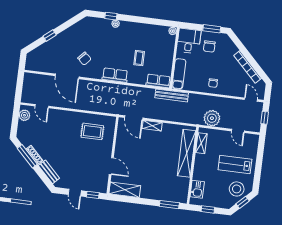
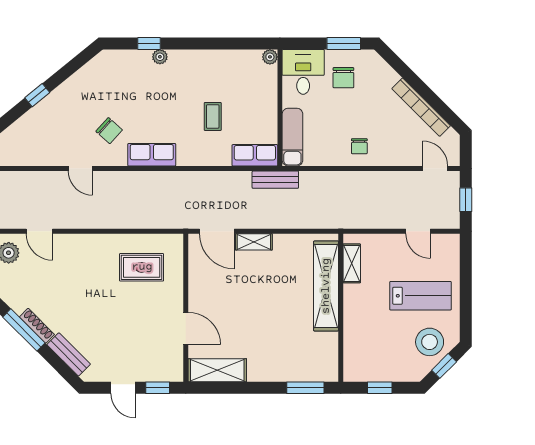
row of seats: (115, 75) -> (152, 155), moved
door: (67, 76) -> (80, 169), width x0.53
bench: (172, 95) -> (275, 180), width x0.73
plant: (212, 118) -> (366, 213), removed
lab bench: (235, 164) -> (421, 296), turned 180
kitchen sink: (197, 189) -> (355, 352), removed

